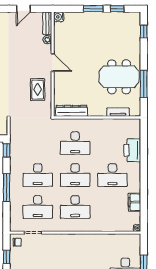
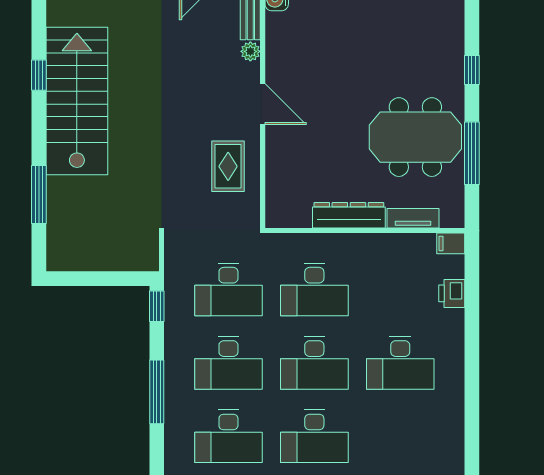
window: (144, 32) -> (472, 70), moved
dresser: (72, 111) -> (349, 215), moved
desk: (38, 143) -> (228, 289), added
printer: (132, 150) -> (452, 293), width x0.53, depth x0.68
filing cabinet: (134, 202) -> (451, 243), moved, width x0.50

